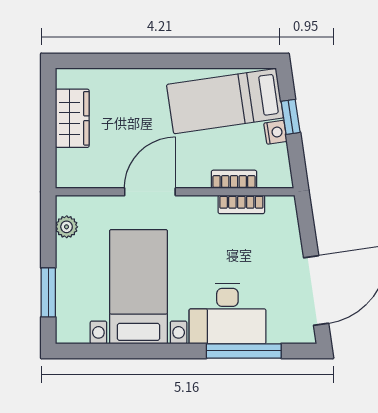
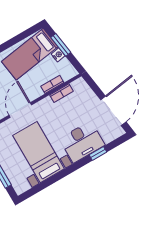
window: (291, 117) -> (61, 45), width x1.50
window: (244, 351) -> (98, 153), width x0.46

